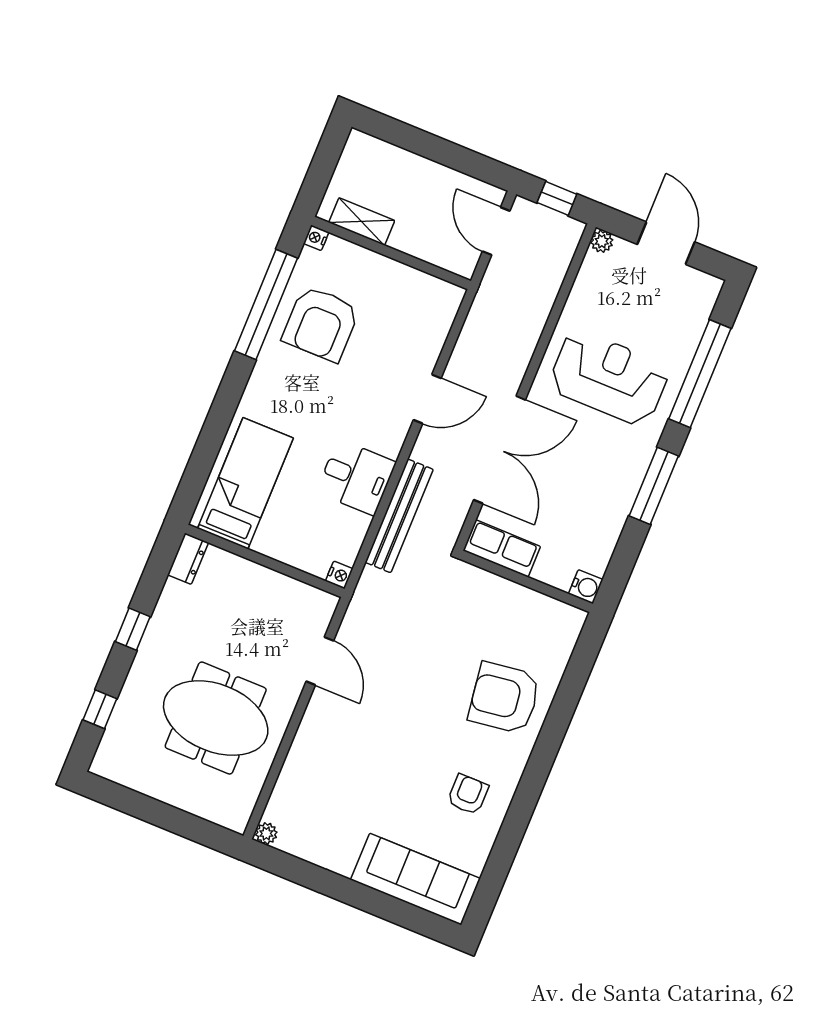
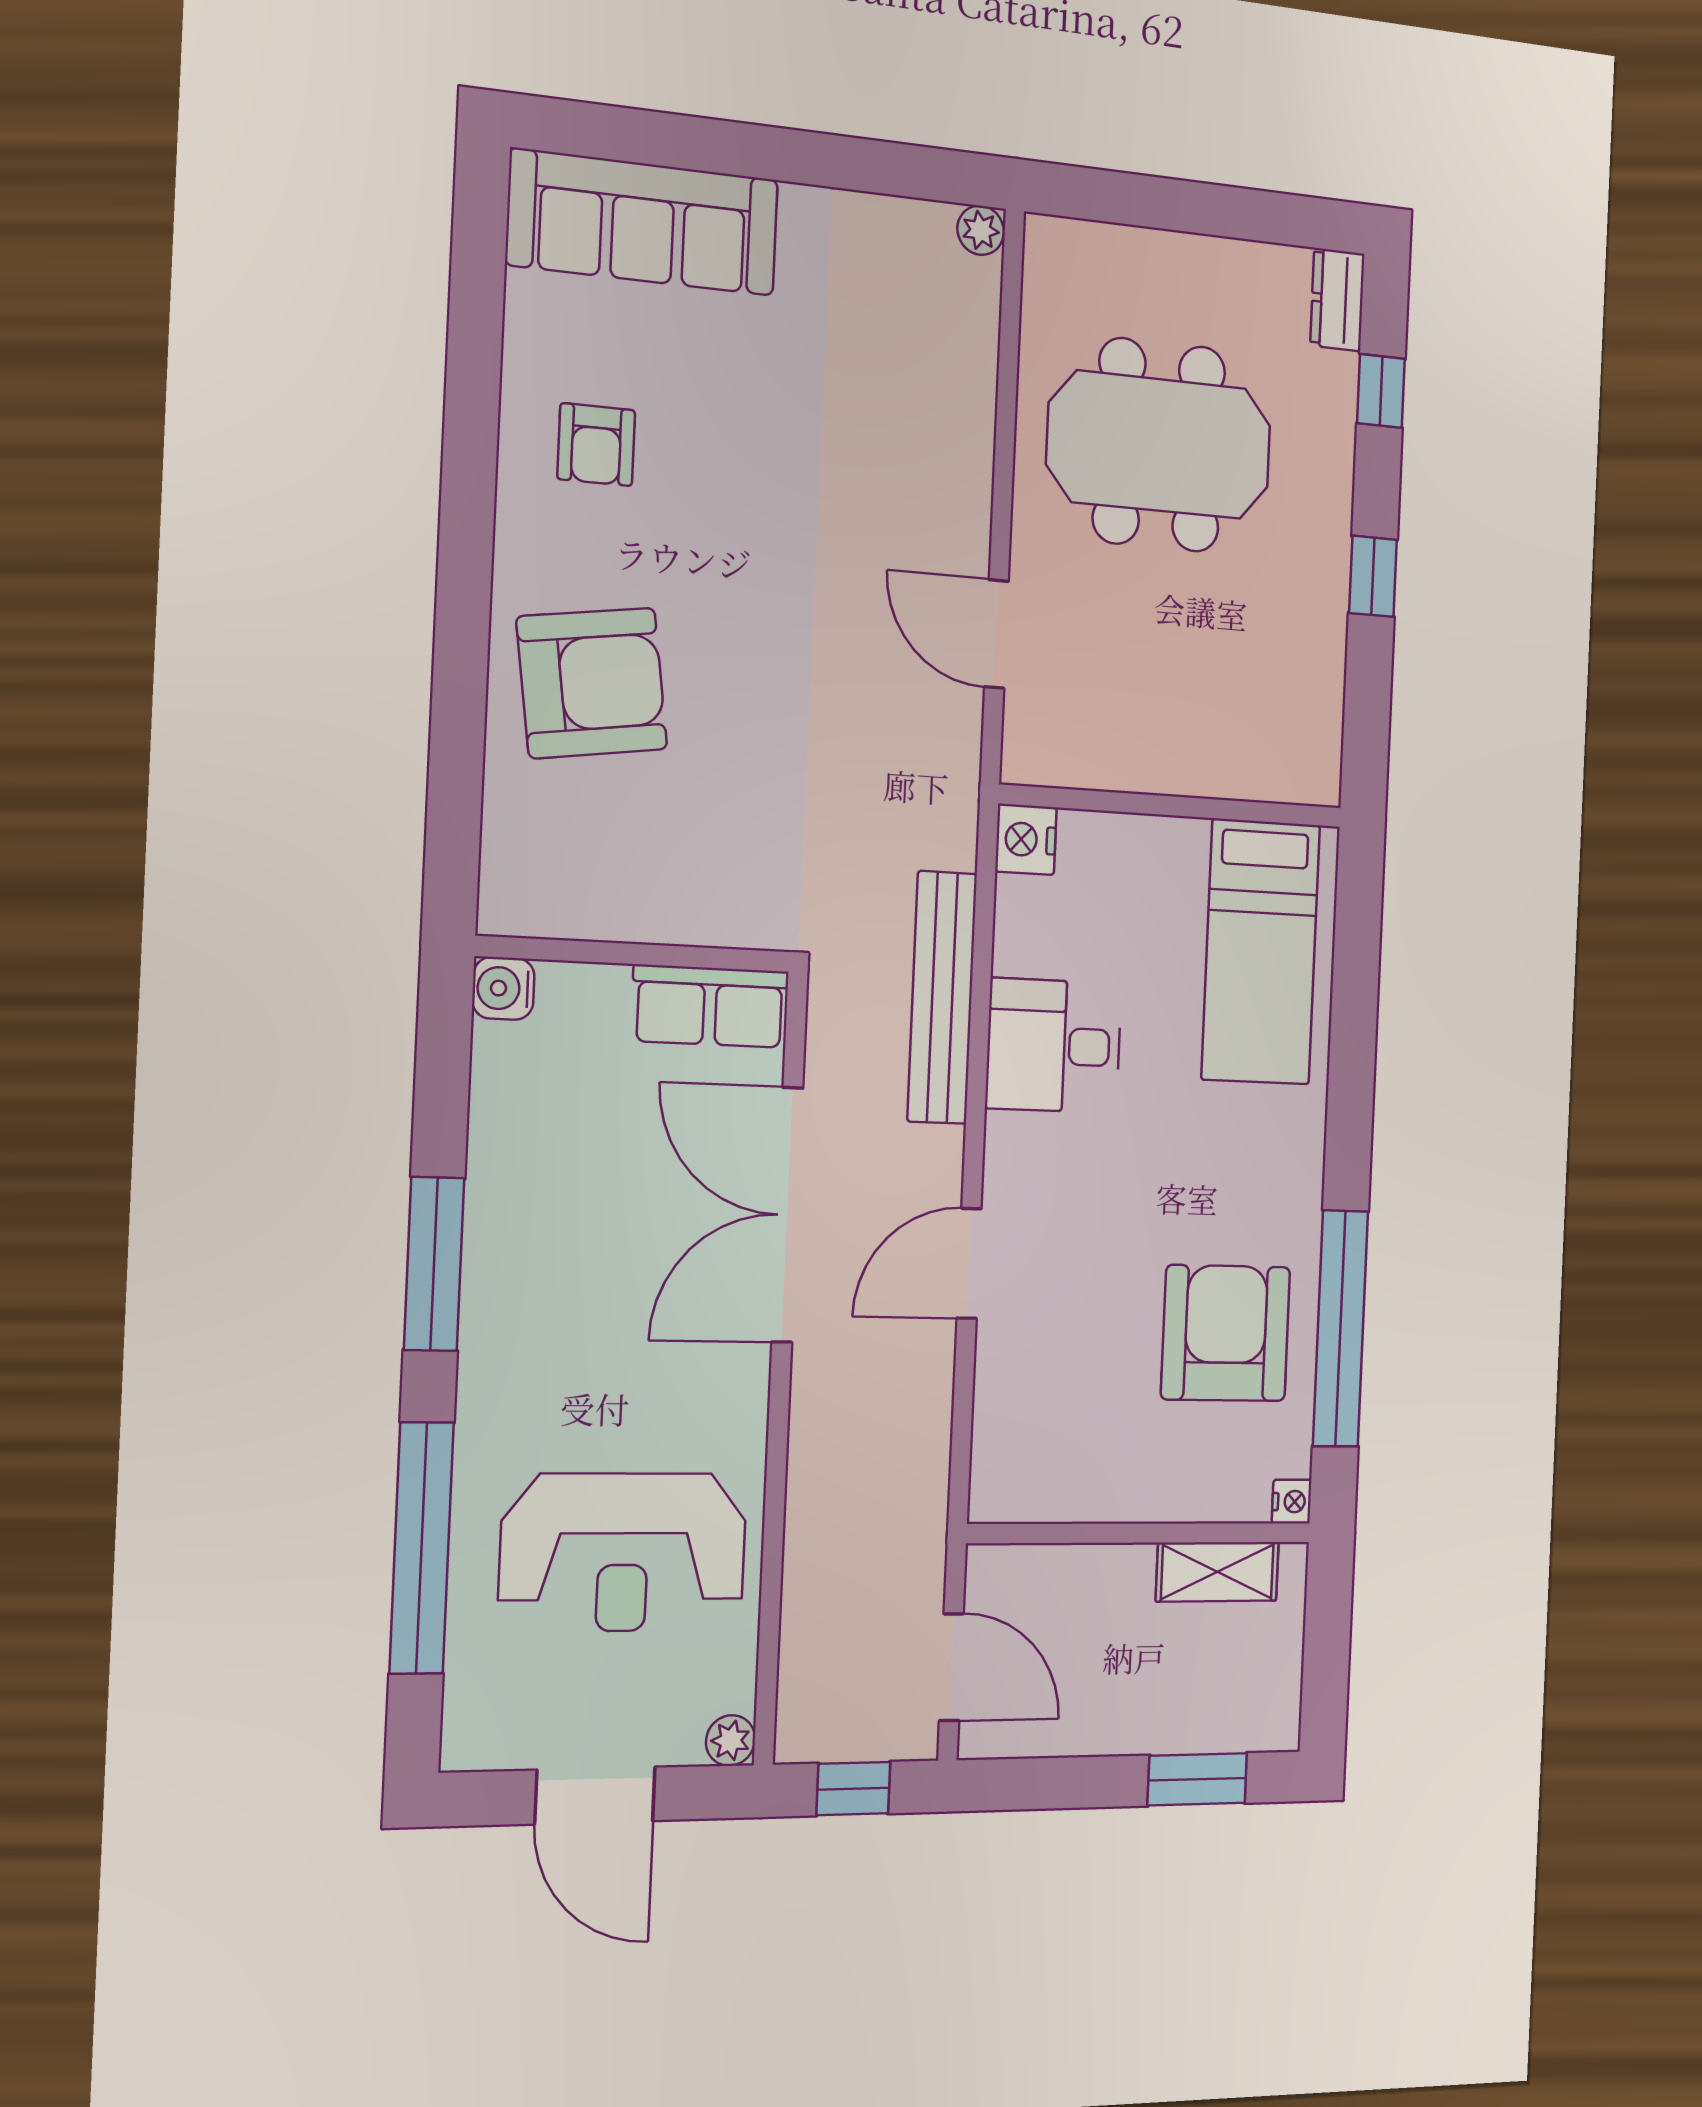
window: (403, 135) -> (1197, 1779), added
reception desk: (609, 378) -> (623, 1552), moved
dresser: (188, 559) -> (1337, 300), moved
nightstand: (339, 575) -> (1026, 839), width x1.39, depth x1.35

